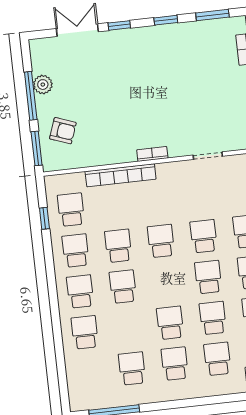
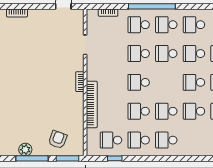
school desk: (85, 332) -> (194, 111), moved

